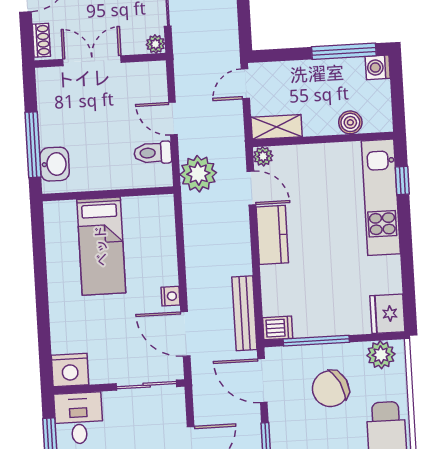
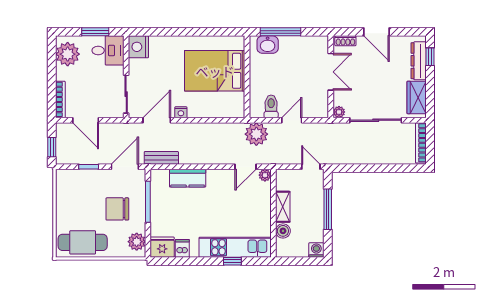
window: (344, 51) -> (328, 209), moved
shelving: (277, 127) -> (283, 207), moved
window: (402, 181) -> (232, 261), moved
kitchen counter: (272, 235) -> (188, 178), moved
bed: (101, 246) -> (215, 71), width x1.50
bench: (244, 313) -> (161, 158), width x0.73
dishwasher: (278, 328) -> (182, 248), moved, turned 180
chair: (331, 389) -> (117, 209), turned -63

